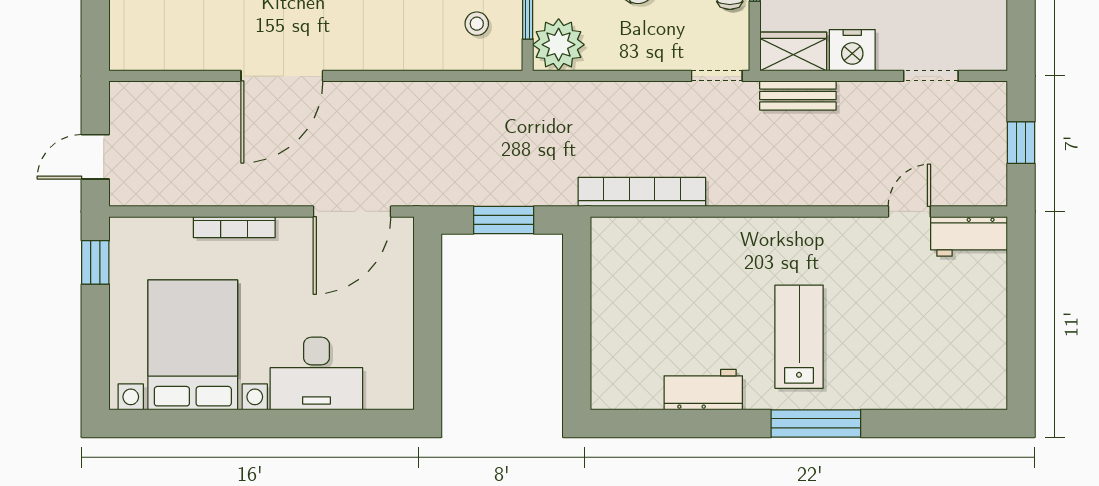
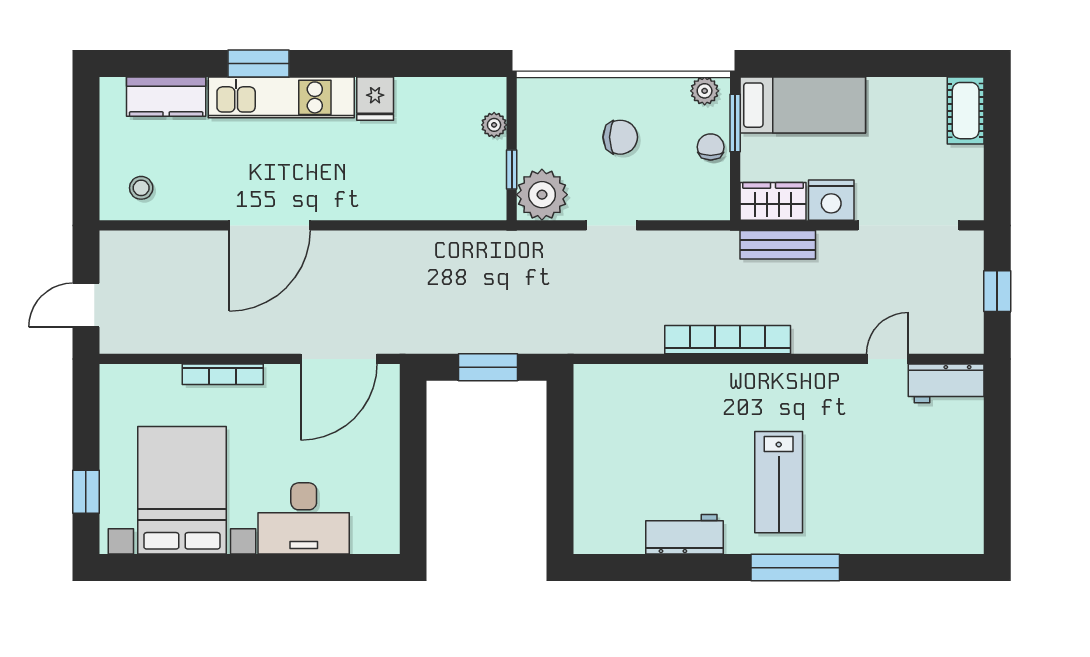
stool: (477, 24) -> (141, 188), moved
doorway: (717, 76) -> (611, 225), moved
doorway: (931, 76) -> (909, 225), width x1.88
bookcase: (642, 192) -> (728, 340), moved
window: (95, 262) -> (86, 492), moved
lab bench: (799, 337) -> (779, 482), turned 180

